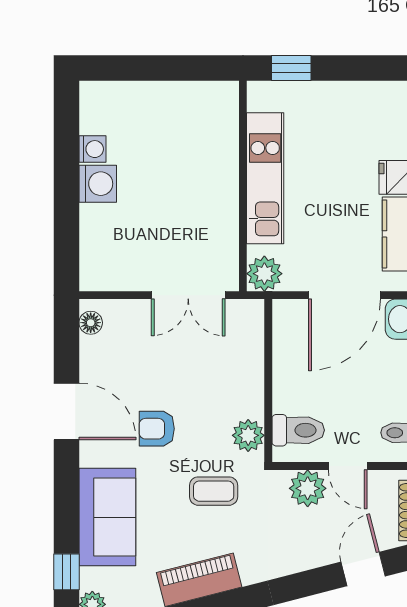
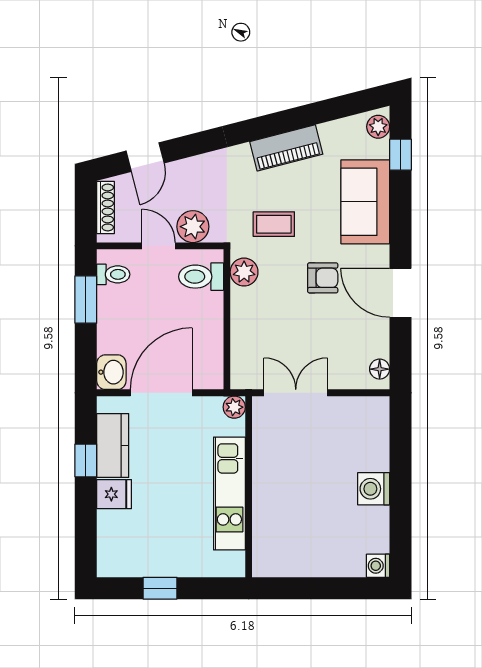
window: (291, 68) -> (160, 588), moved
washing machine: (93, 149) -> (378, 566), moved
plant: (264, 274) -> (234, 407), width x0.73, depth x0.73

